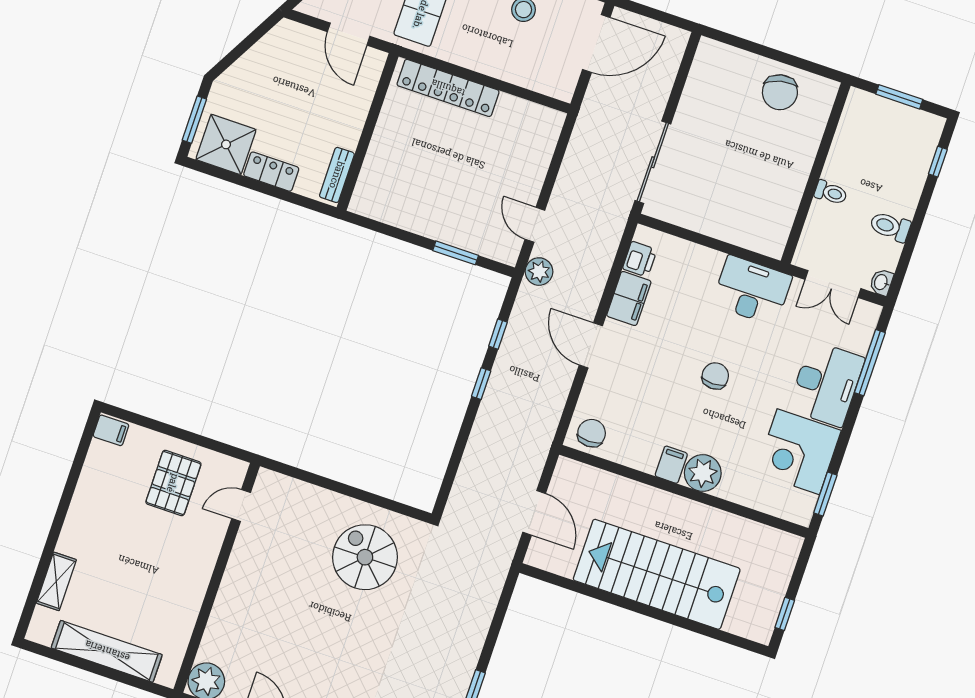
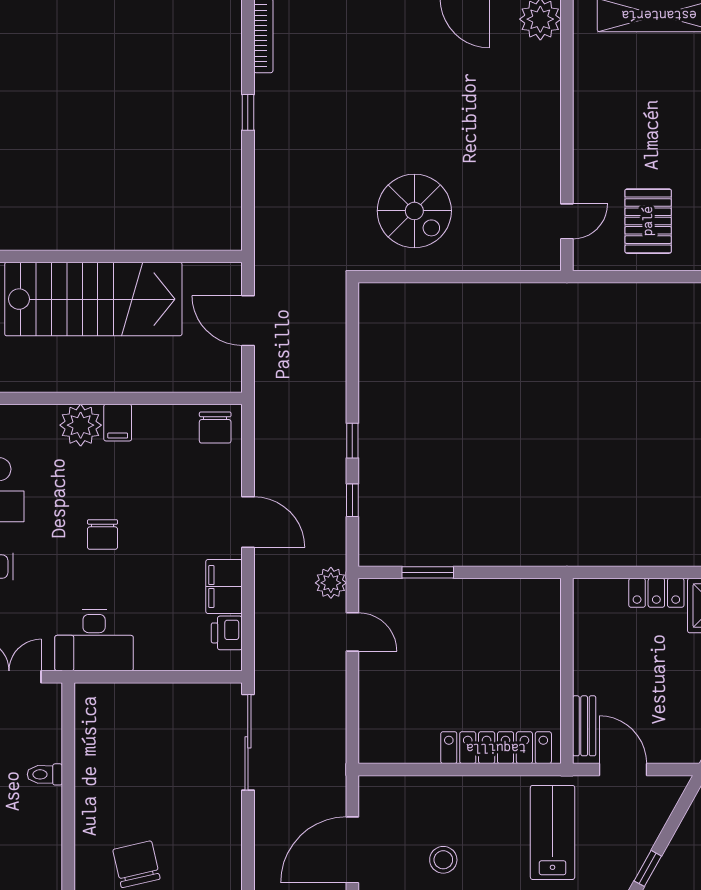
bench: (337, 175) -> (584, 726), moved

